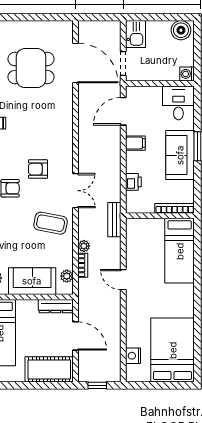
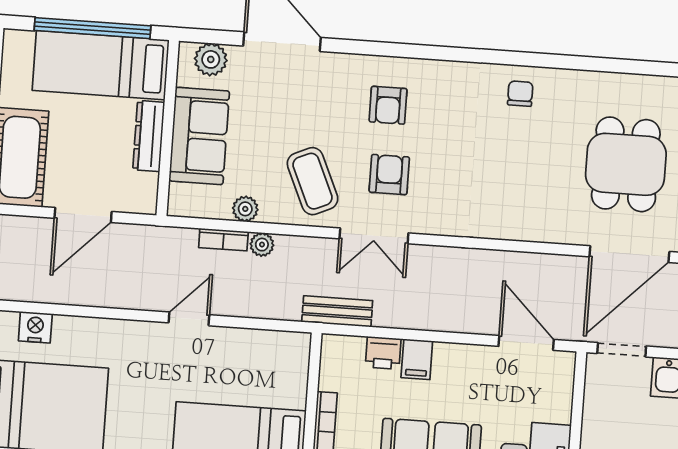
filing cabinet: (135, 143) -> (417, 359), moved
armchair: (38, 169) -> (389, 175), moved
bench: (114, 220) -> (337, 311), moved
coffee table: (51, 223) -> (313, 181), turned -35
plant: (67, 276) -> (245, 209), moved
dresser: (56, 306) -> (149, 136), moved

